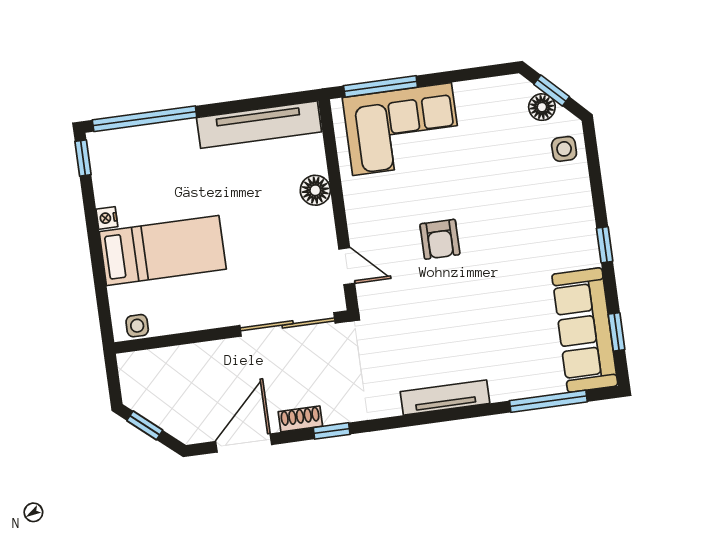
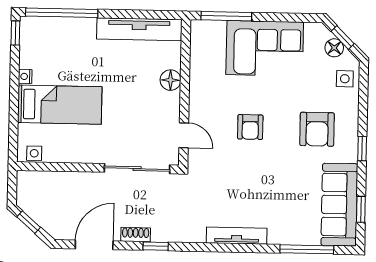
corner sofa: (402, 129) -> (265, 48), moved
armchair: (536, 227) -> (317, 129), added

